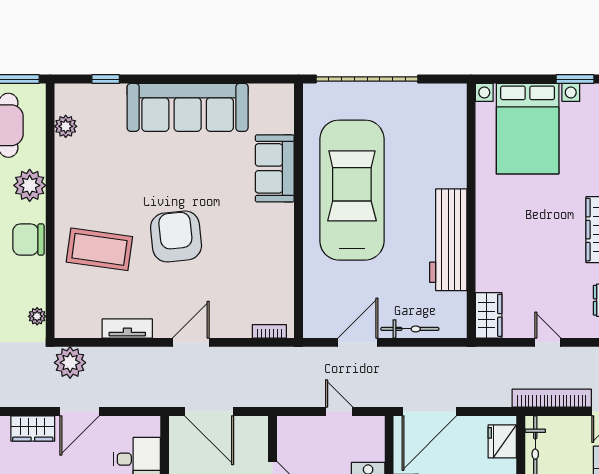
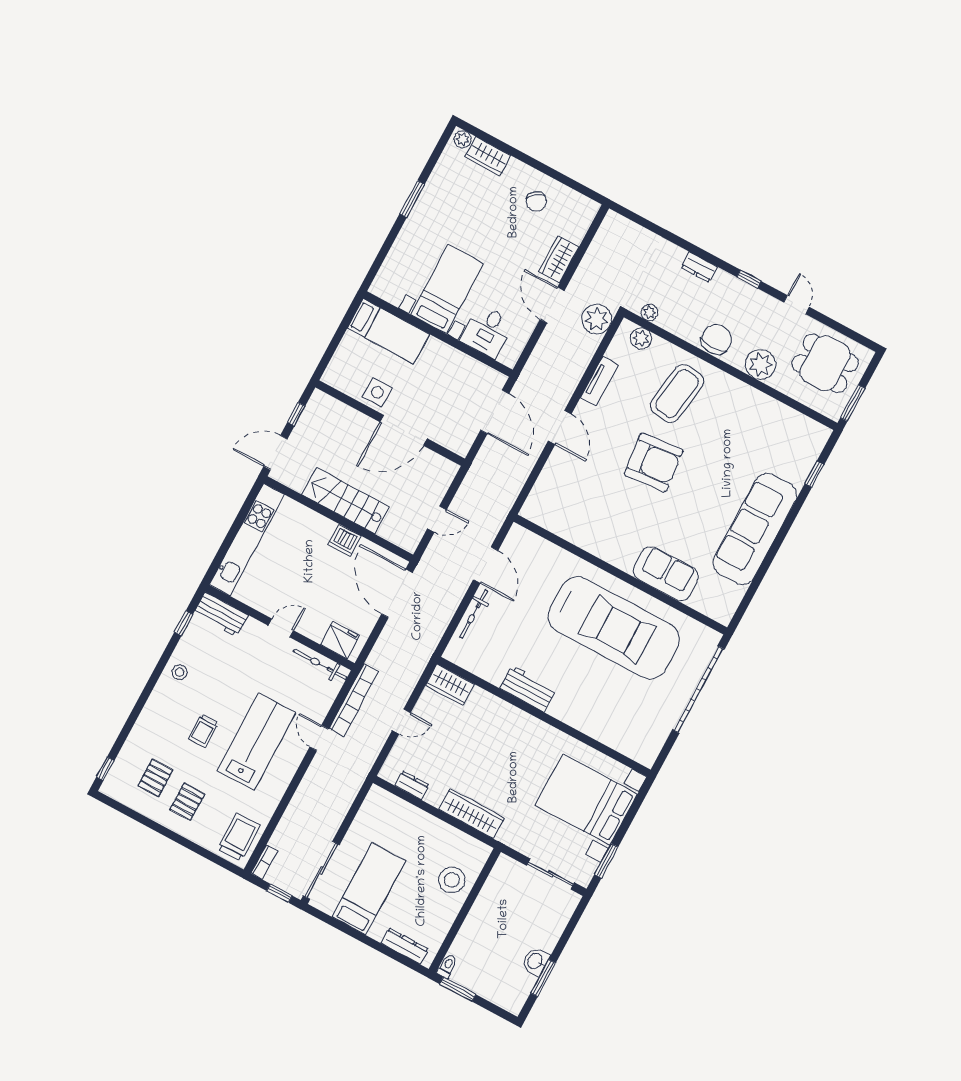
plant: (66, 126) -> (641, 338), moved
workbench: (448, 240) -> (528, 689), width x0.53, depth x0.76
bookcase: (269, 331) -> (534, 497), removed
door: (209, 412) -> (495, 412), swing flipped

